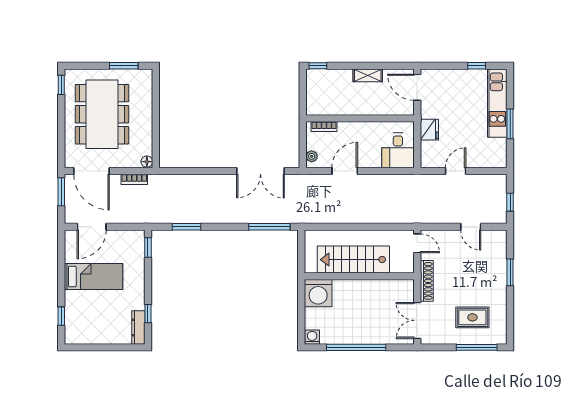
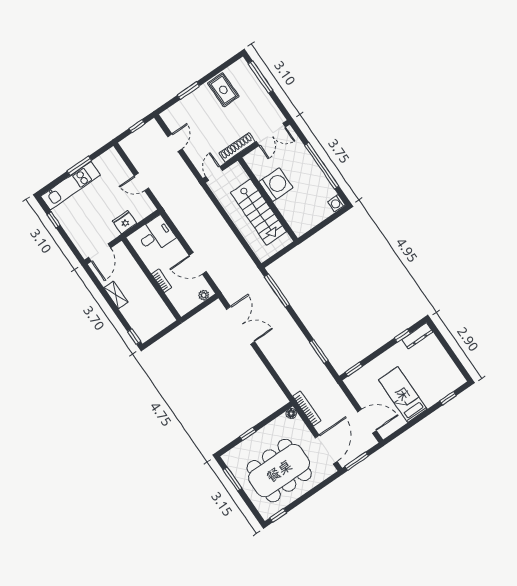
window: (156, 108) -> (248, 434), added
bookcase: (324, 127) -> (162, 281), moved
bookcase: (134, 179) -> (307, 408), width x1.56
washing machine: (318, 293) -> (276, 185), moved
rug: (472, 317) -> (223, 90), moved

